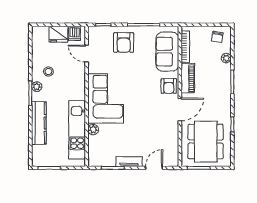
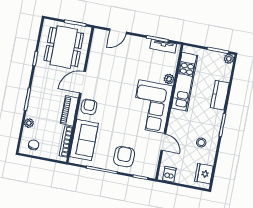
fridge: (58, 34) -> (204, 174), moved, turned -90
door: (87, 54) -> (163, 142), moved
plant: (37, 87) -> (229, 59), moved
kitchen counter: (39, 123) -> (220, 95), width x0.67
tv unit: (129, 162) -> (163, 46), moved

